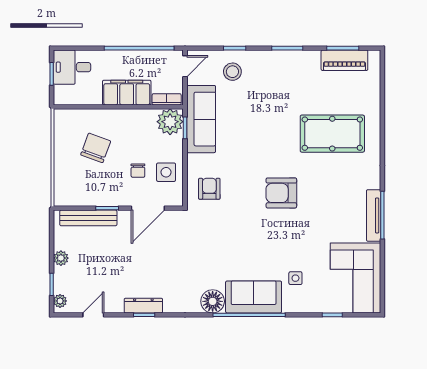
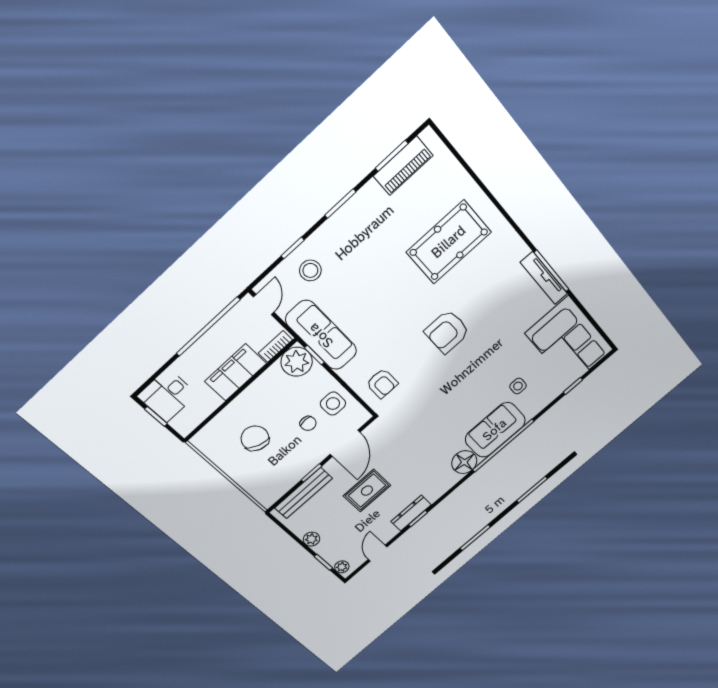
armchair: (209, 189) -> (382, 383), turned 180
rug: (130, 258) -> (367, 491), added

